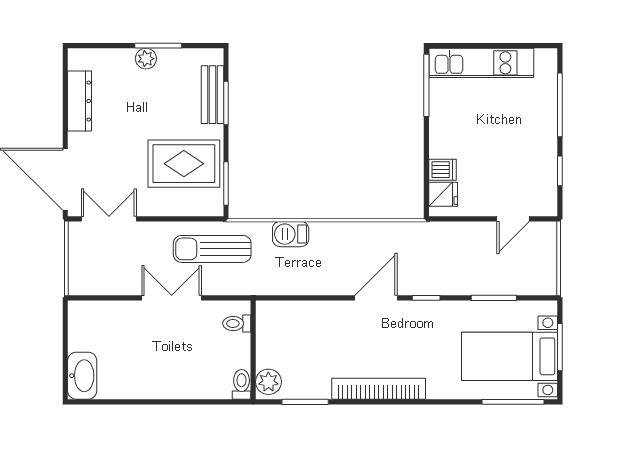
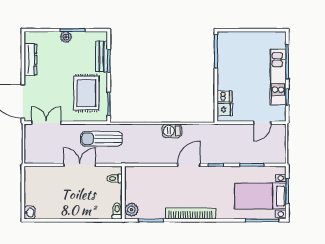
kitchen unit: (481, 63) -> (278, 77), moved, turned 90
rug: (184, 164) -> (86, 93), turned 90
barbecue: (291, 234) -> (172, 131), moved
washbasin: (82, 376) -> (30, 212), width x0.52, depth x0.69

